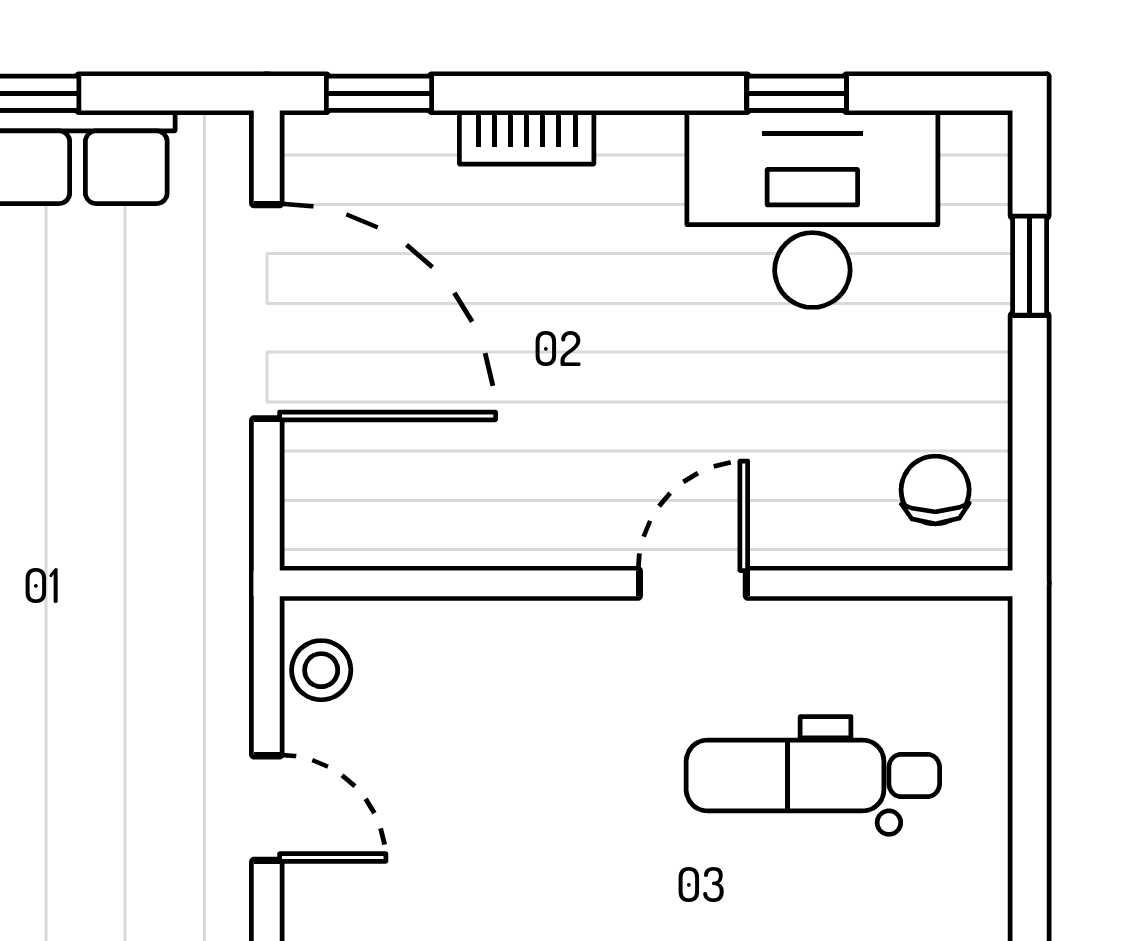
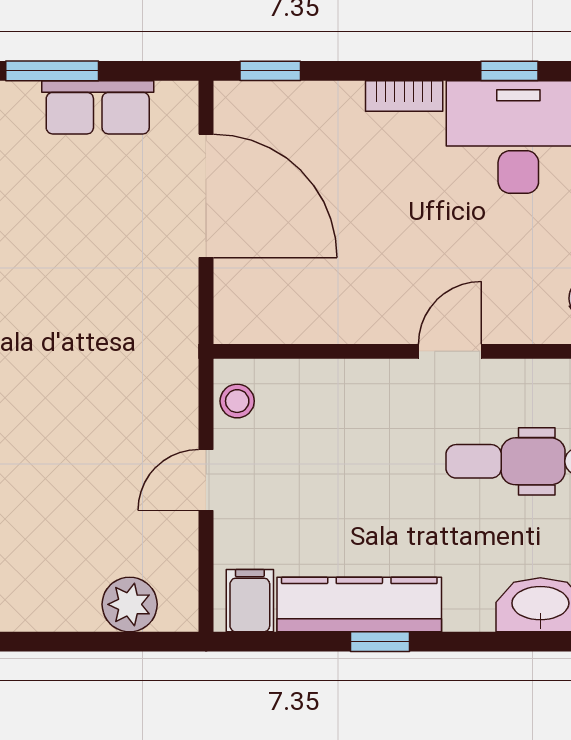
bookcase: (527, 137) -> (404, 96), moved
door: (267, 808) -> (206, 480), swing flipped

